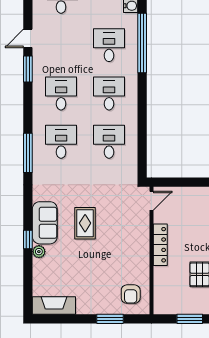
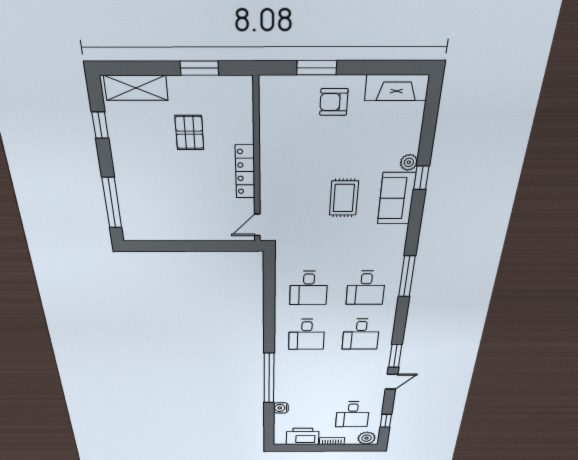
desk: (109, 45) -> (305, 376), removed
armchair: (131, 294) -> (334, 102), moved, turned -90

